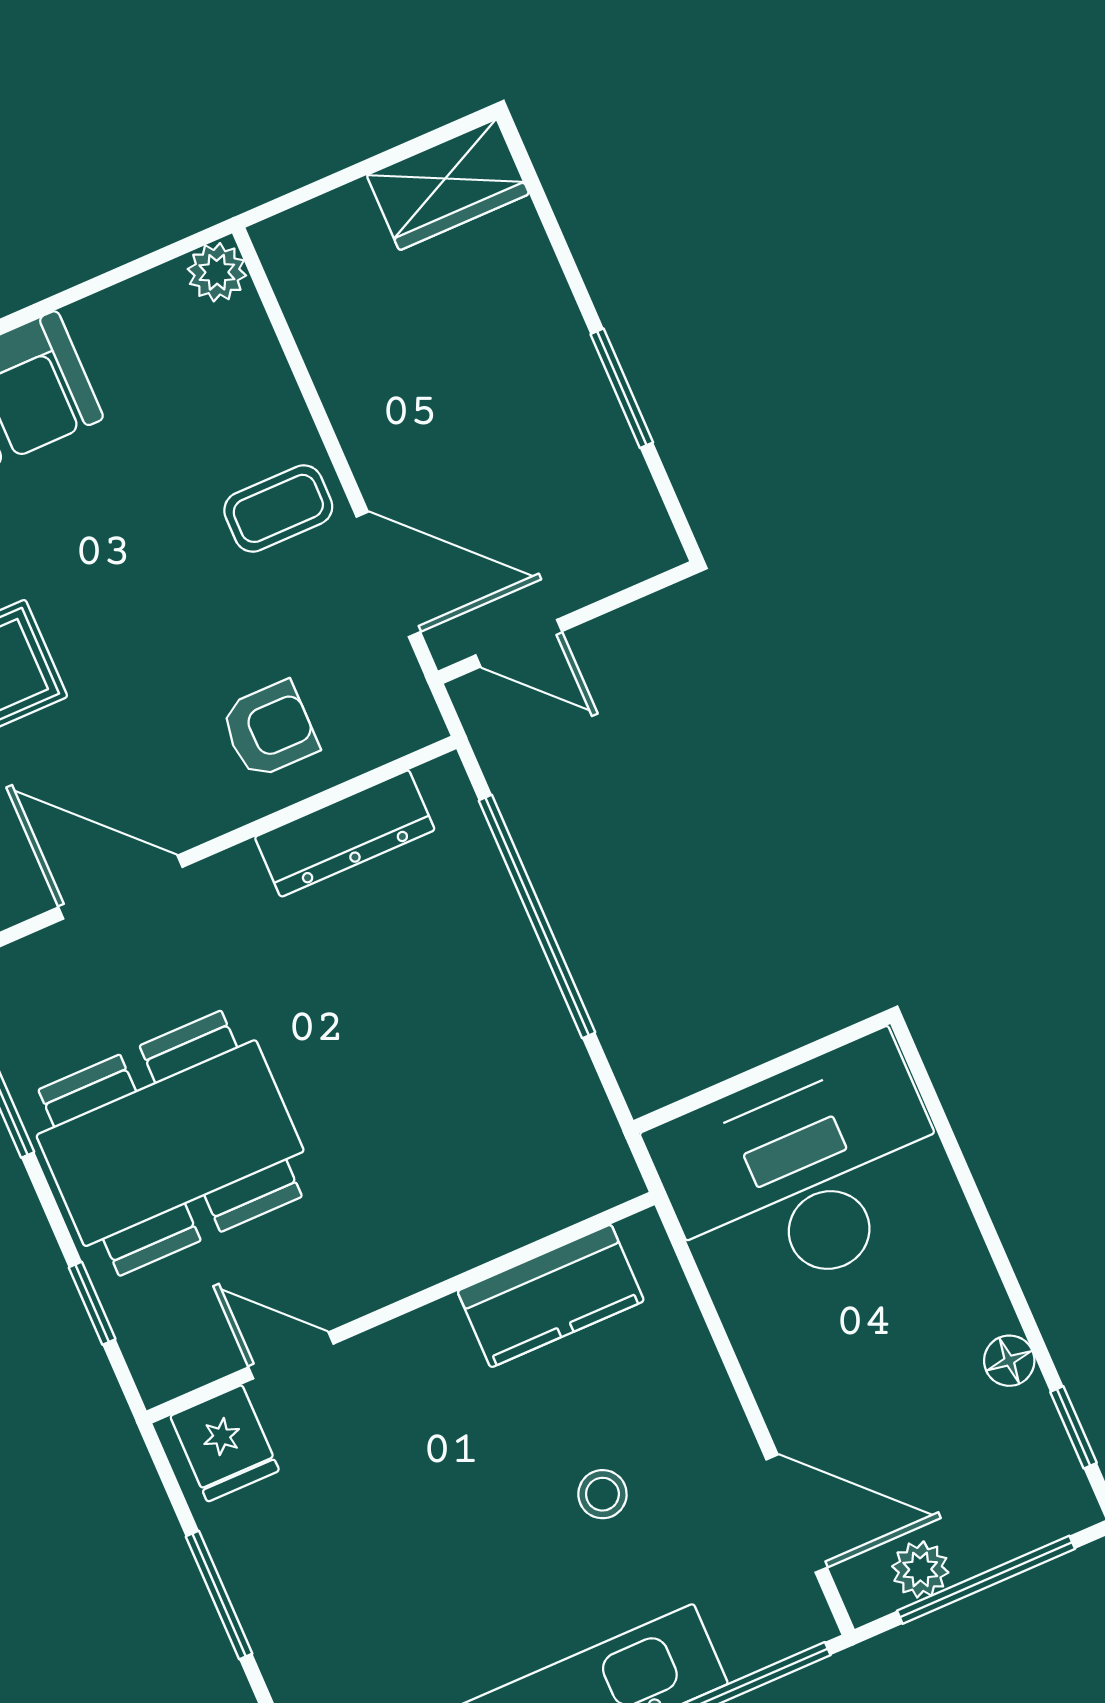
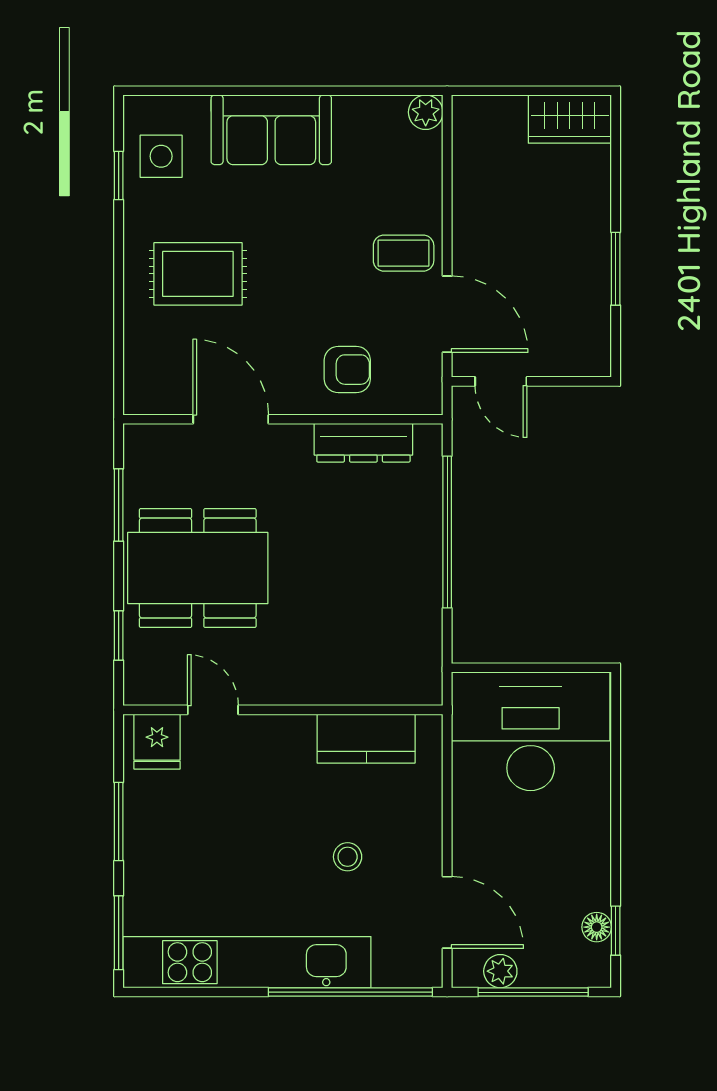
floor lamp: (1009, 1361) -> (597, 927), moved

